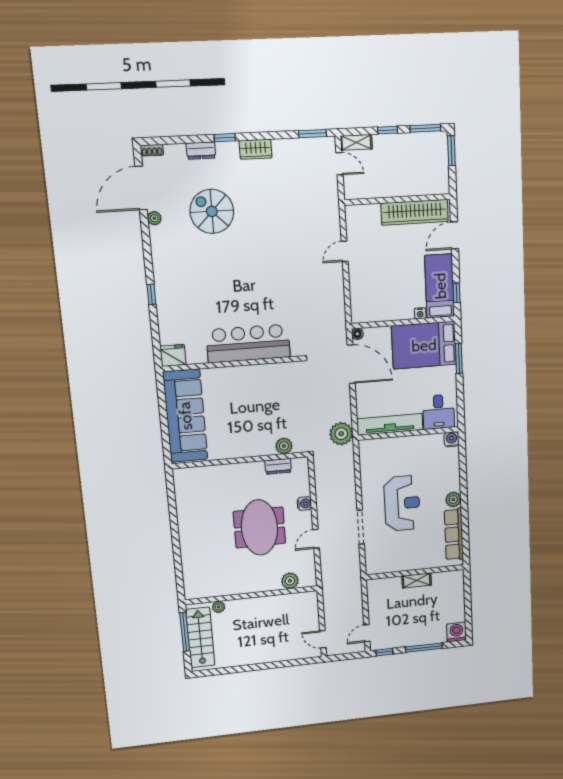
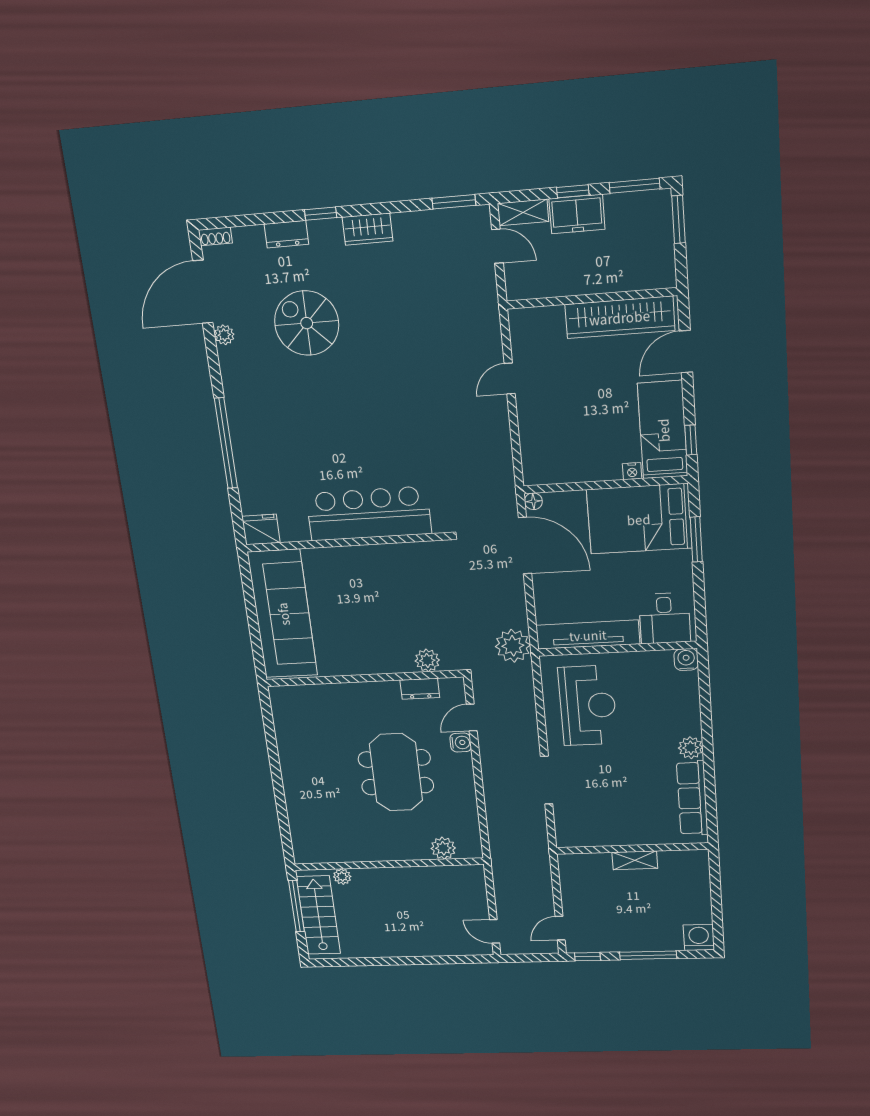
freezer: (390, 145) -> (577, 214), added
window: (151, 294) -> (226, 443), width x3.17
reception desk: (402, 503) -> (588, 706), moved
door: (316, 539) -> (472, 718), moved

